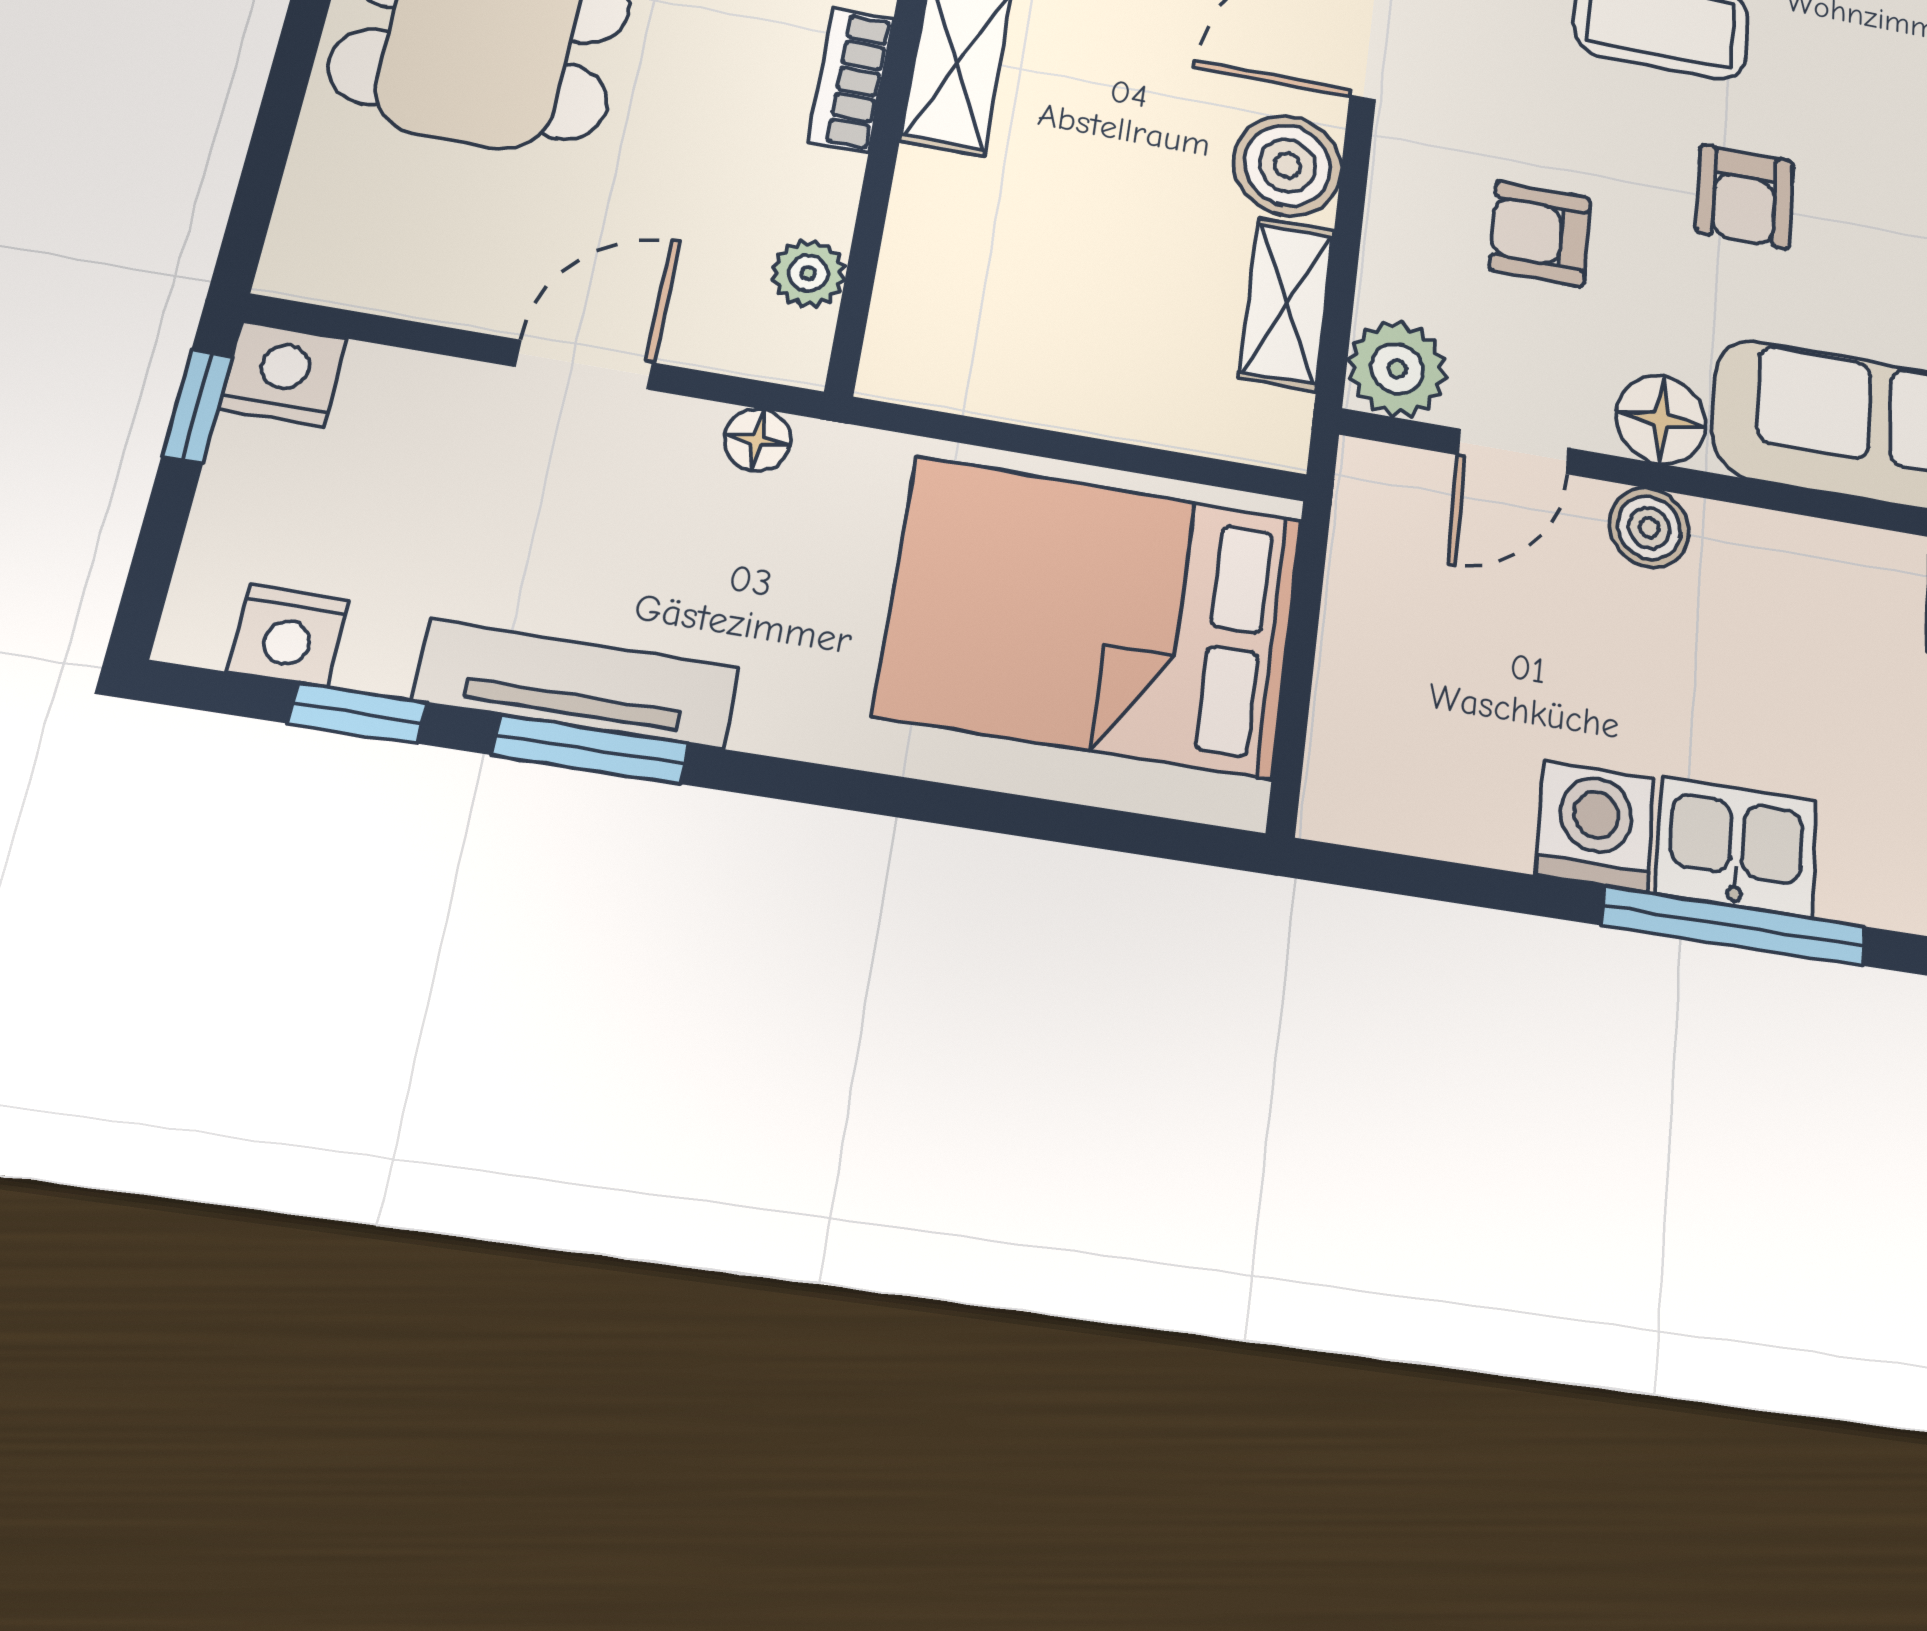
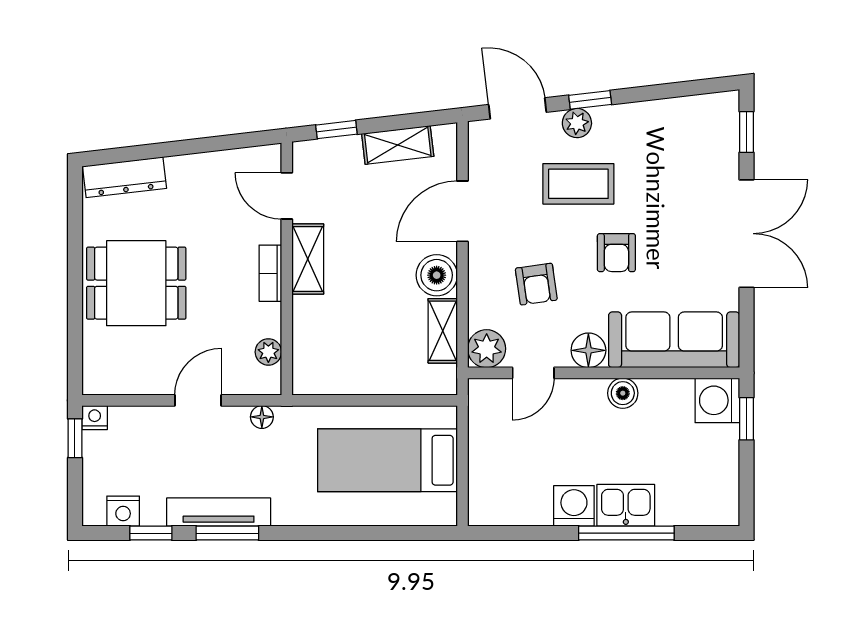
armchair: (1540, 234) -> (536, 284), turned -98
nightstand: (283, 374) -> (95, 418), width x0.72, depth x0.74
boiler: (1649, 528) -> (623, 393), moved
bed: (1092, 616) -> (387, 460), width x0.67

